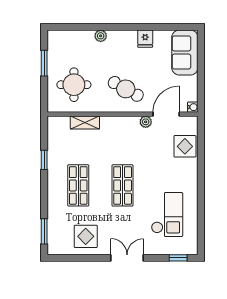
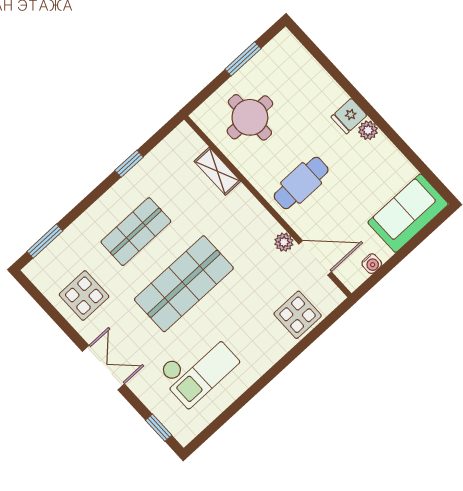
plant: (101, 36) -> (368, 130), moved
fridge: (145, 39) -> (349, 116), moved
cafe table: (126, 89) -> (301, 183), turned 61
water cooler: (193, 107) -> (372, 264), moved
shop shelf: (123, 185) -> (184, 284), width x1.43, depth x1.36

